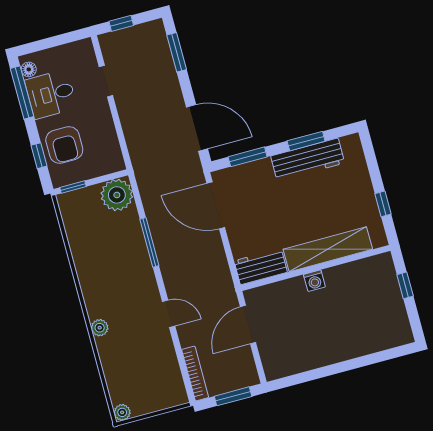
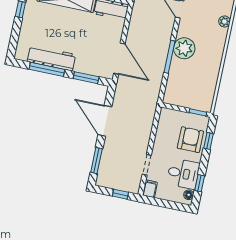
filing cabinet: (85, 51) -> (150, 189), added
window: (22, 93) -> (200, 183), width x0.46
door: (197, 128) -> (105, 121), moved
window: (306, 141) -> (47, 69), width x1.44
plant: (117, 195) -> (184, 48), moved

